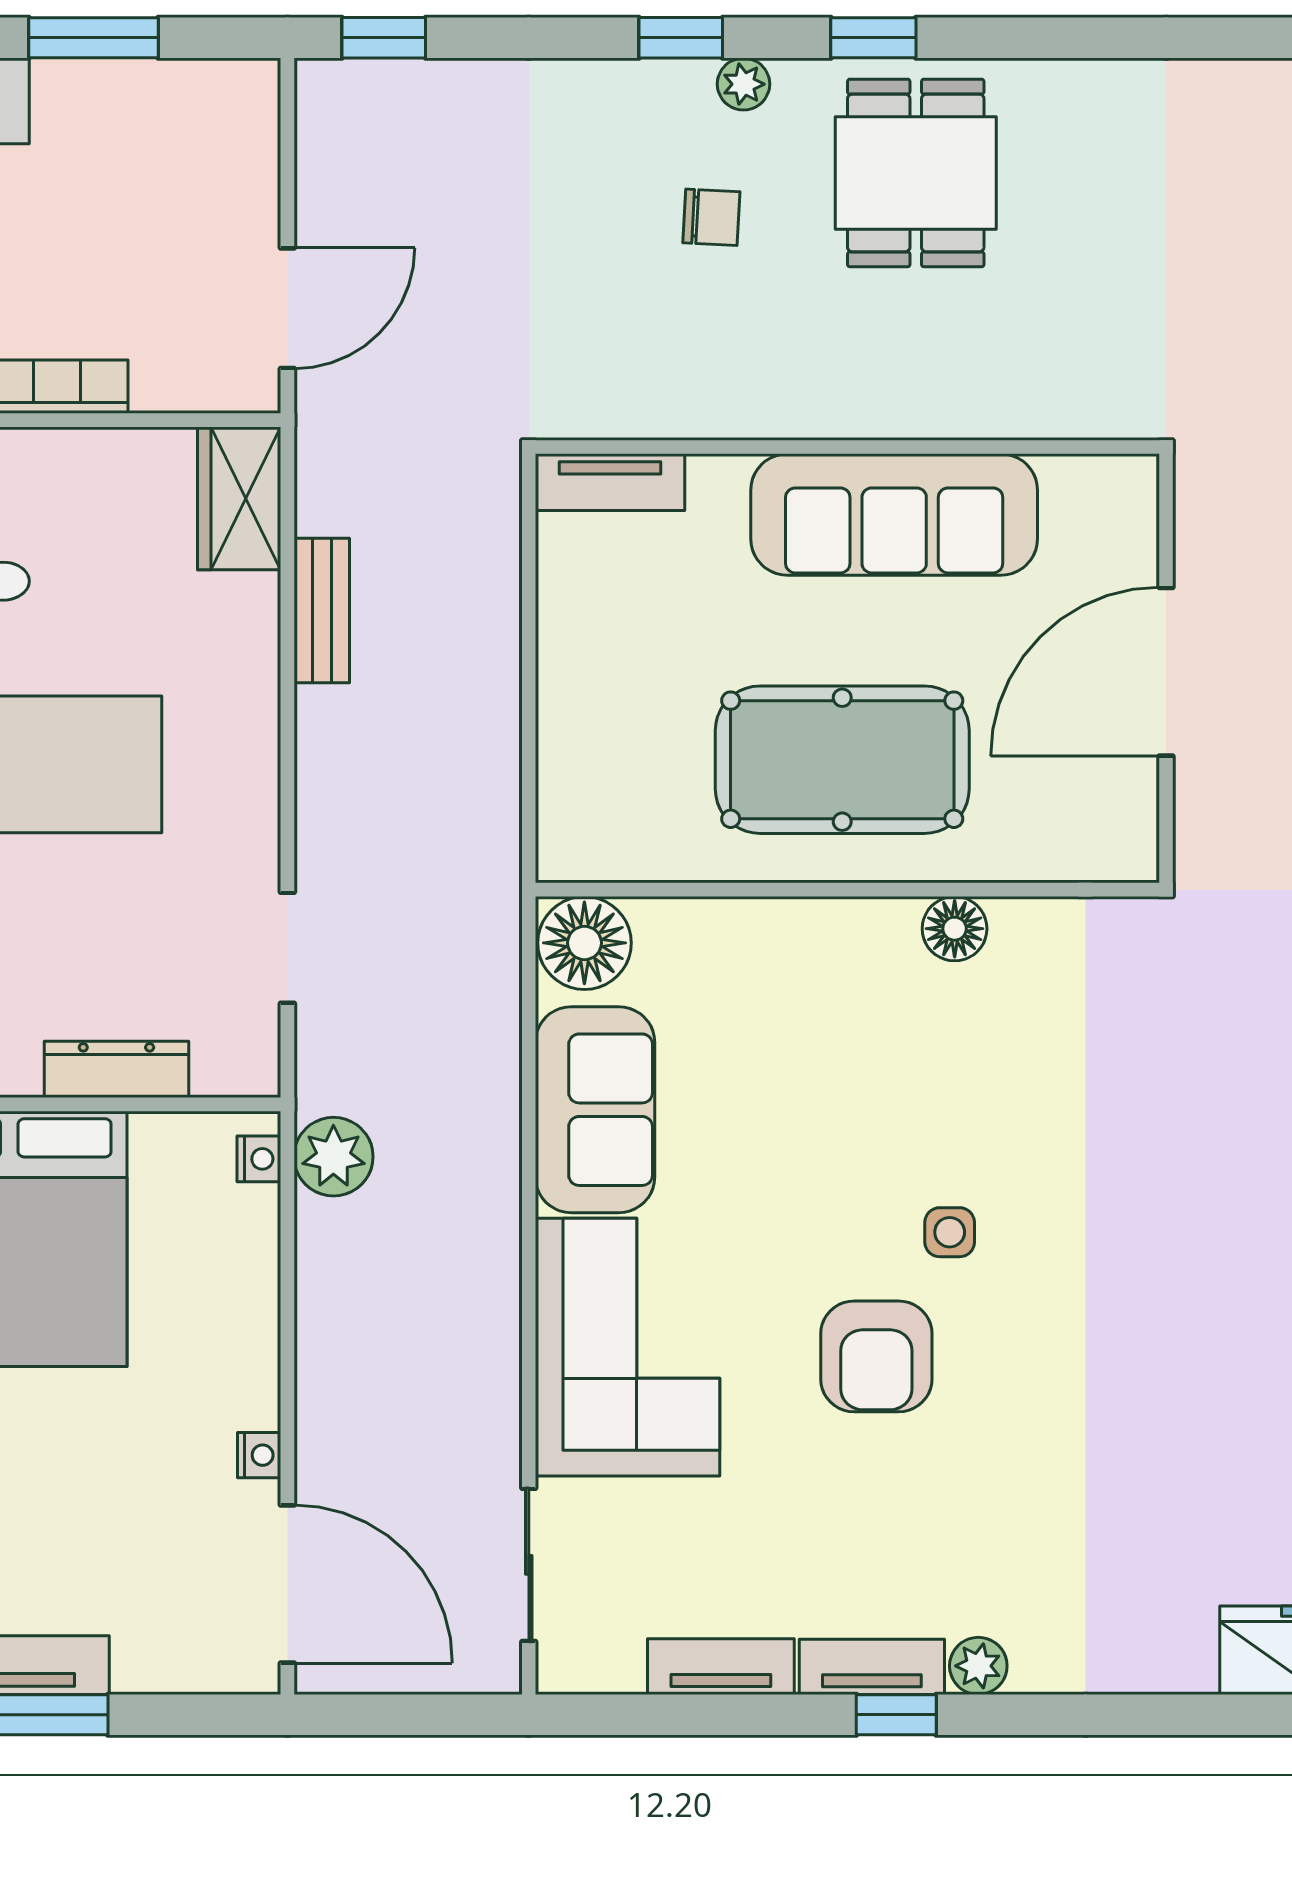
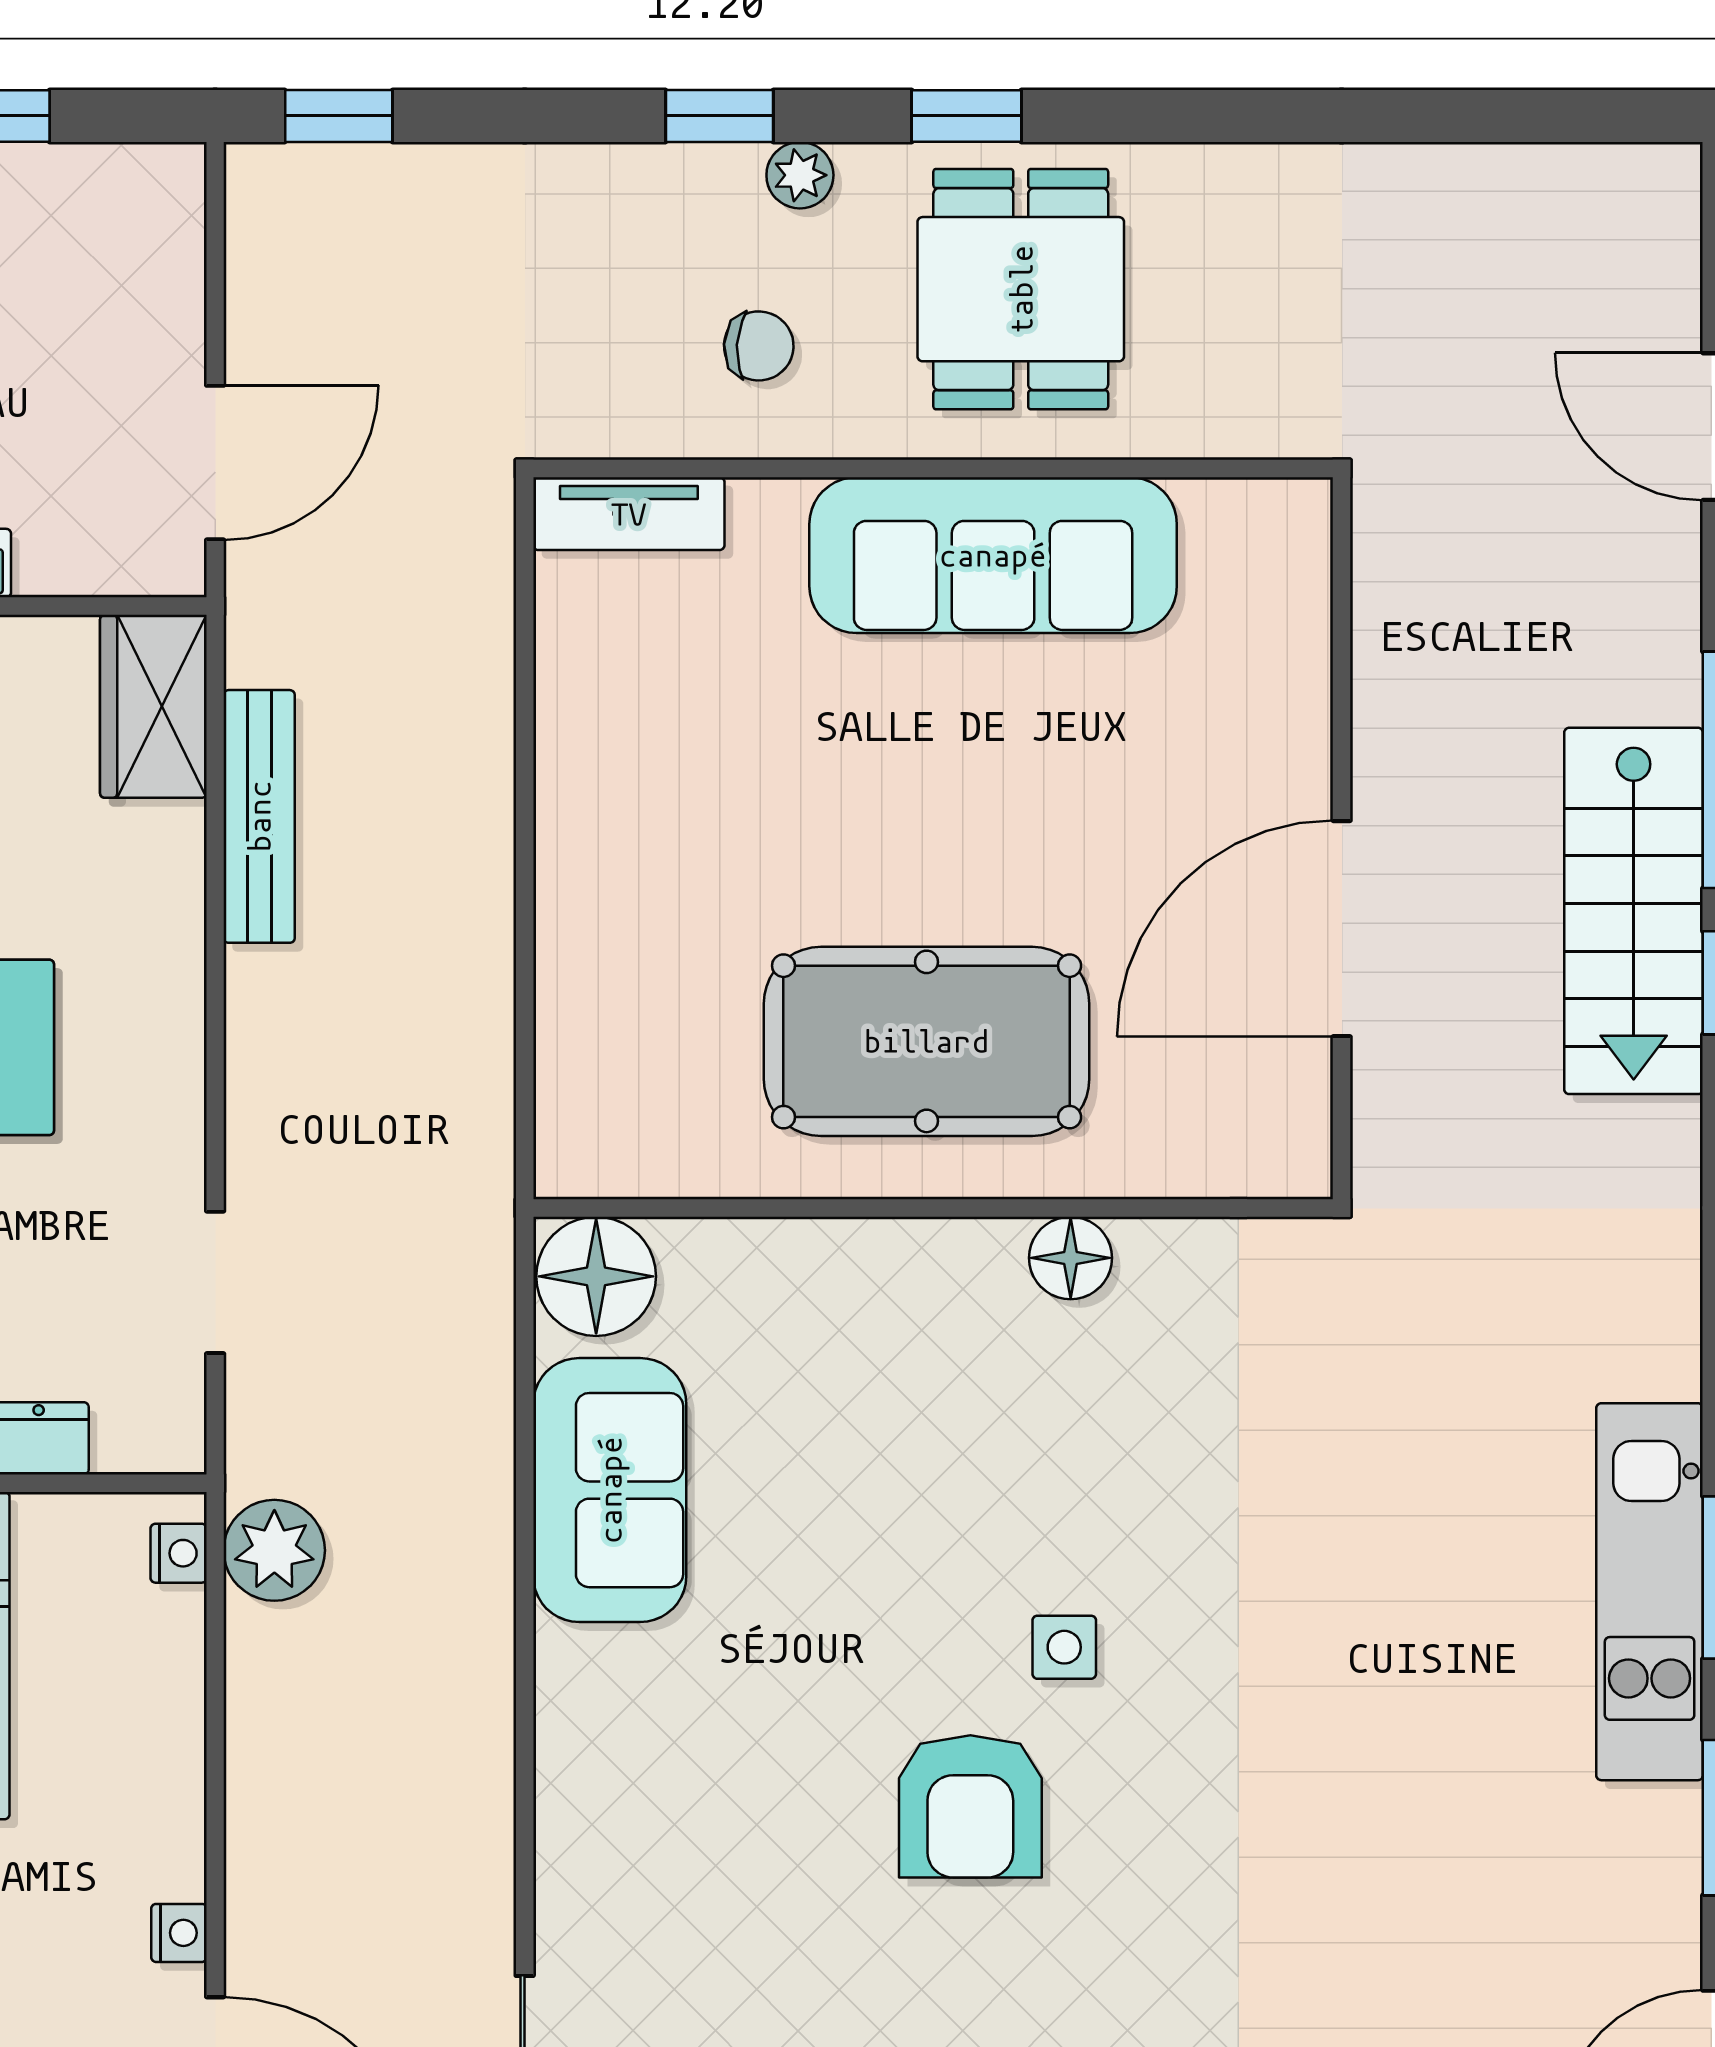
wall: (847, 447) -> (933, 469), moved
tv unit: (610, 482) -> (629, 514), moved
sofa: (894, 515) -> (993, 555), moved
bench: (322, 611) -> (259, 816), width x1.36
corner sofa: (628, 1347) -> (651, 1794), removed

